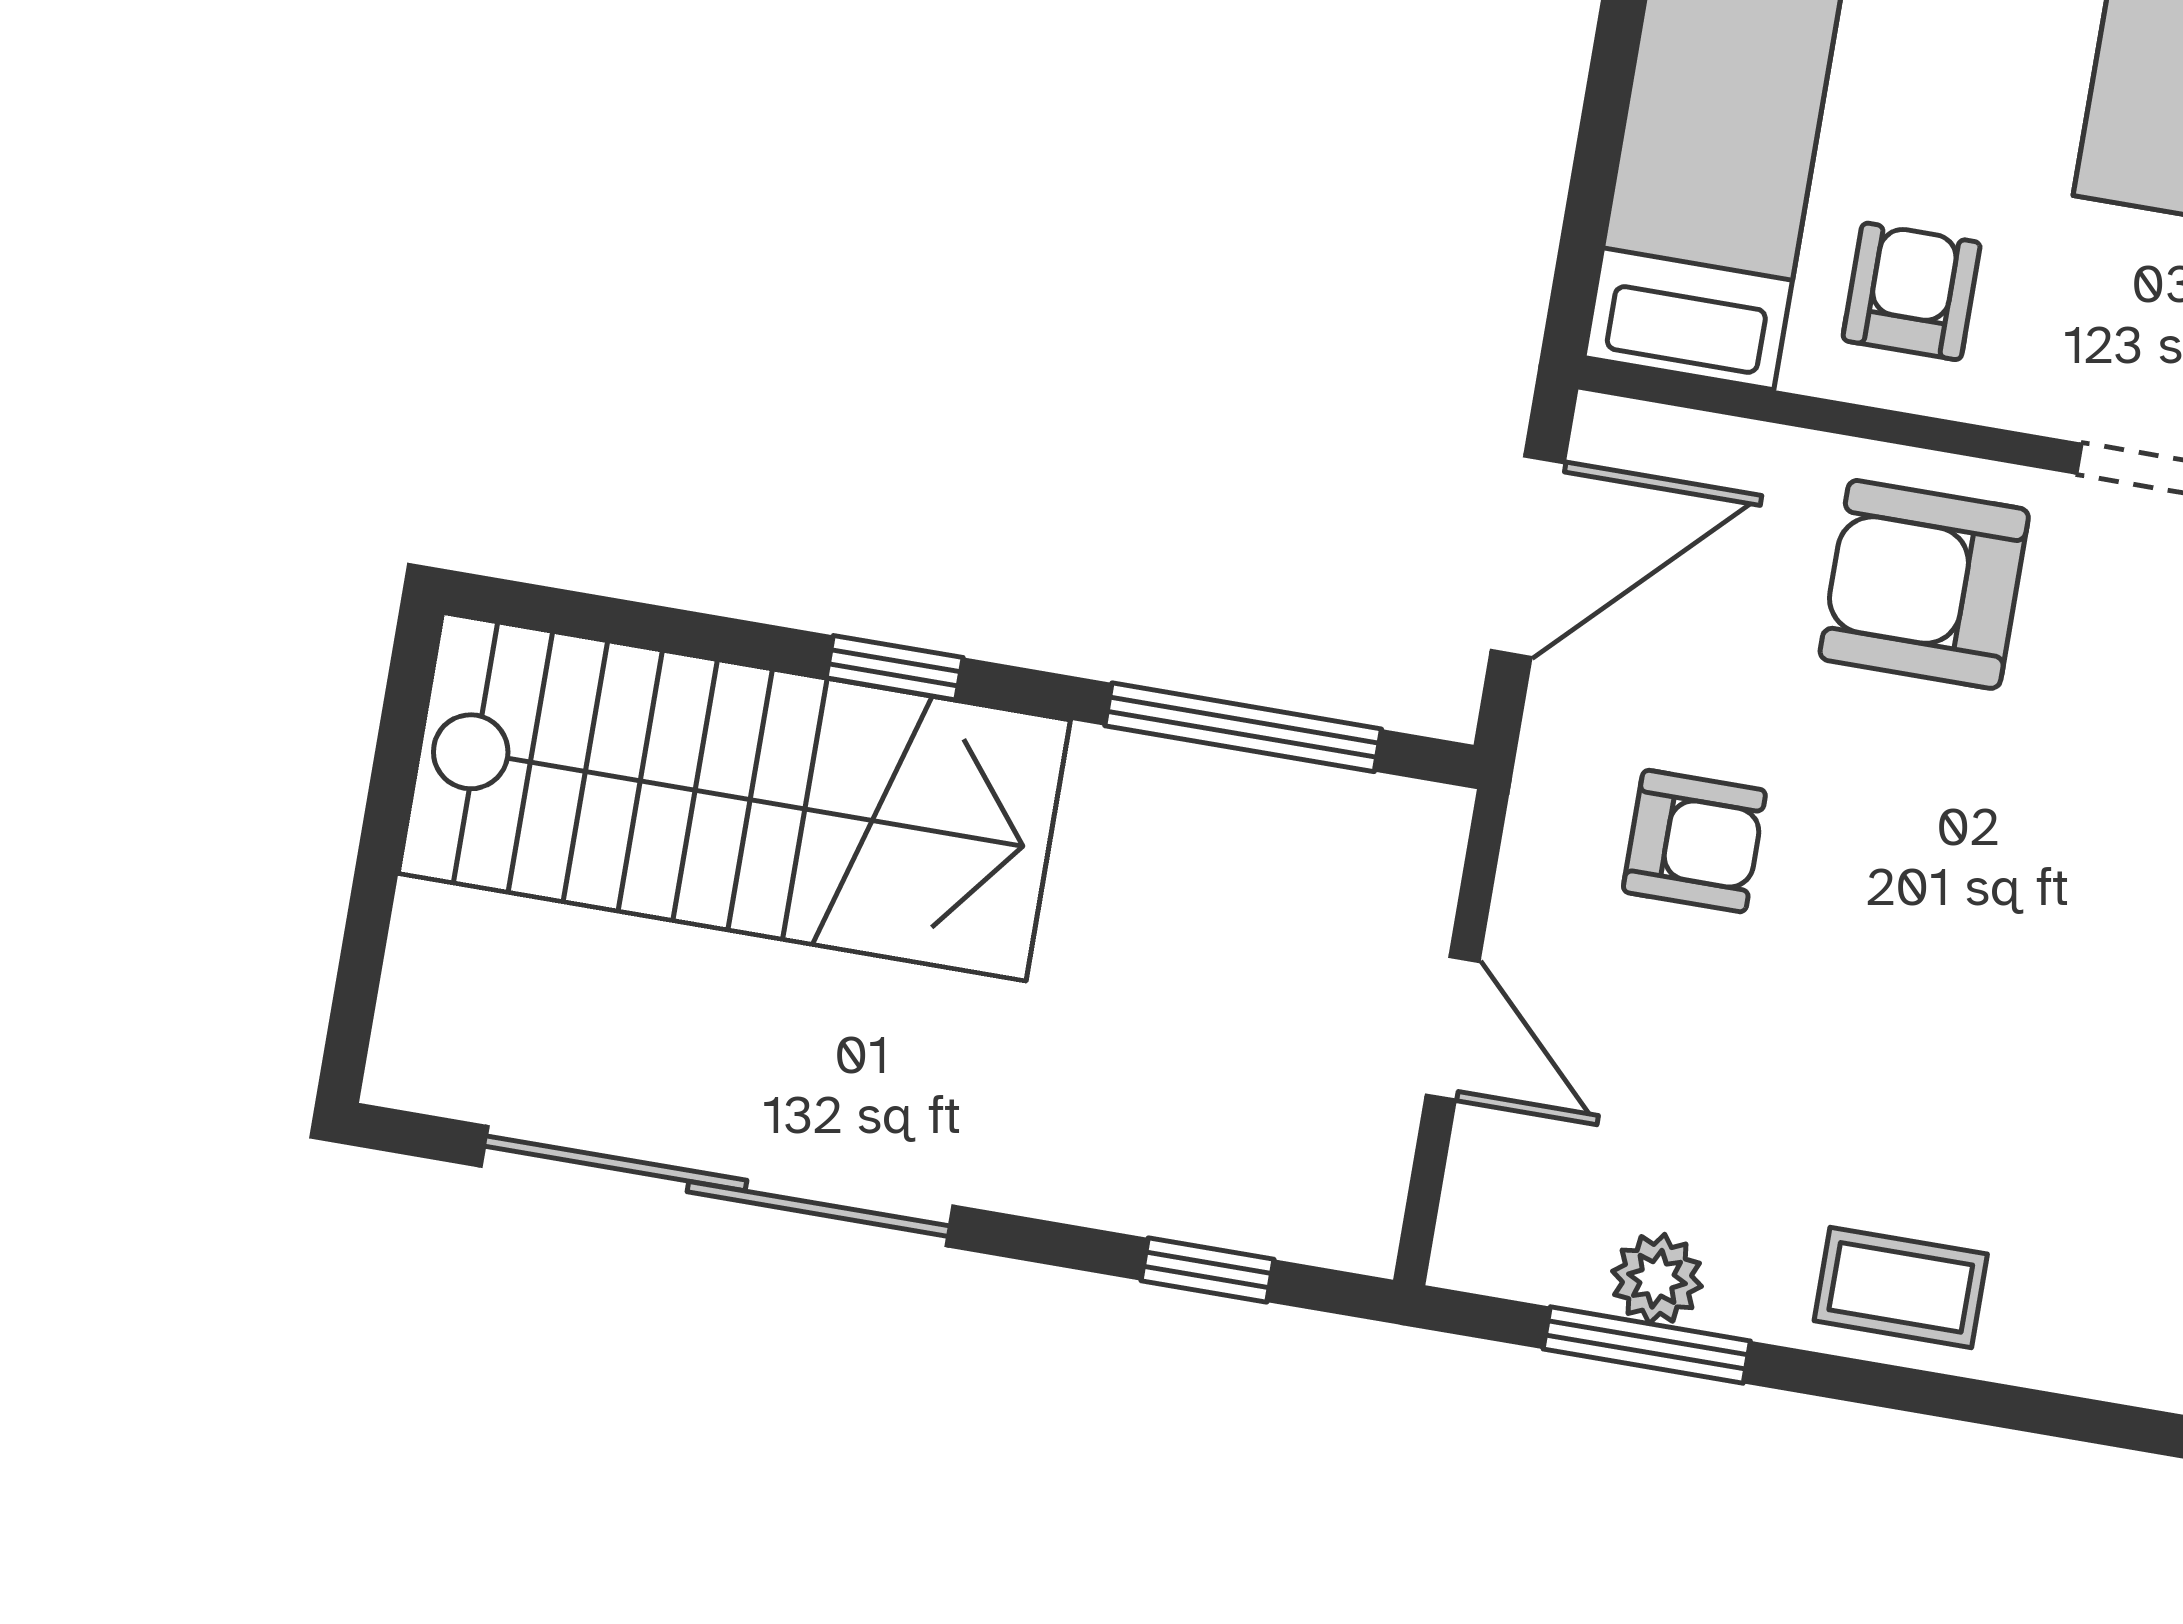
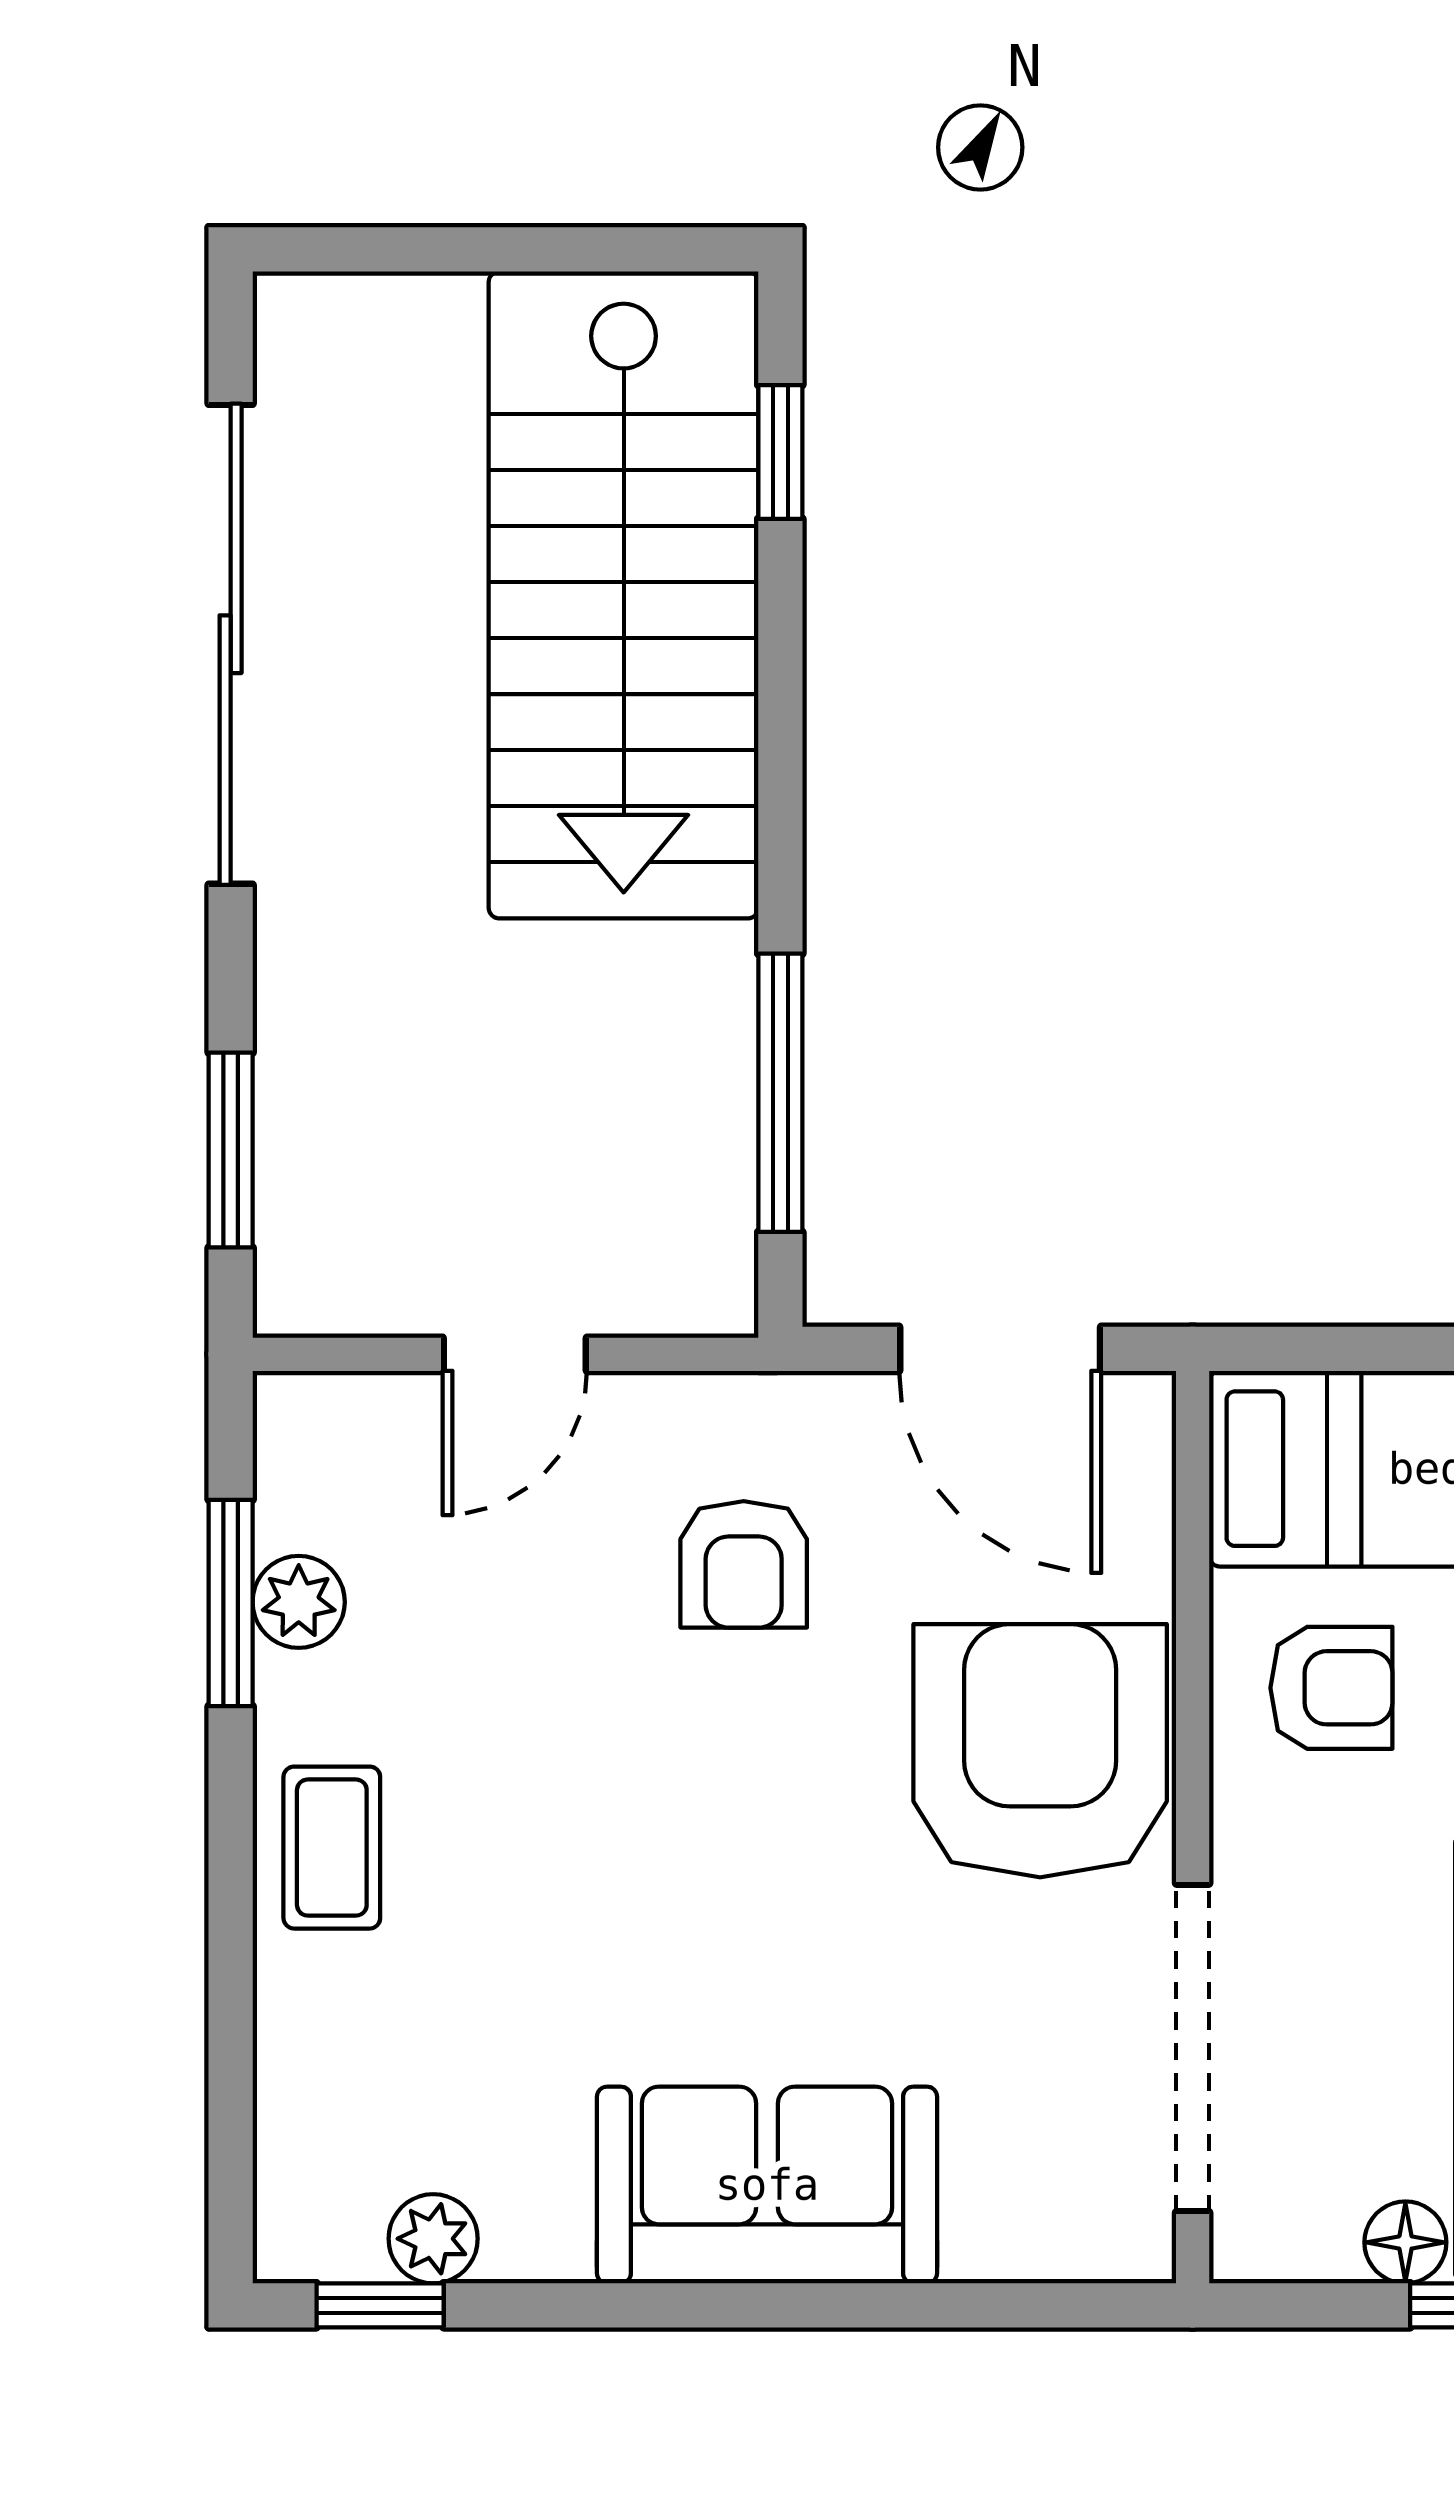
armchair: (1924, 584) -> (1040, 1751), width x1.36, depth x1.36
window: (895, 668) -> (780, 452), moved
window: (1208, 1270) -> (231, 1150), width x1.50

